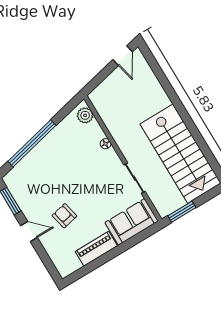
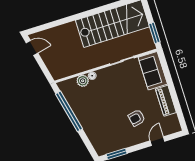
plant: (85, 115) -> (83, 81), moved
window: (32, 143) -> (69, 111), moved
door: (29, 231) -> (157, 141), moved

